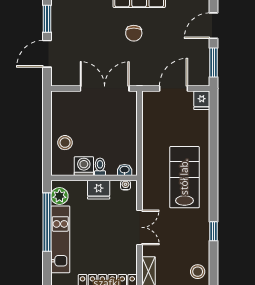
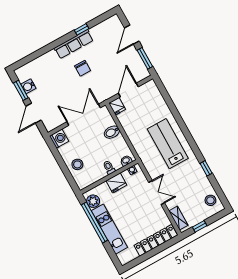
water cooler: (58, 19) -> (28, 86), added
fridge: (202, 100) -> (117, 106), moved
bidet: (126, 127) -> (112, 132), added
washing machine: (84, 166) -> (59, 139), moved, turned 90

